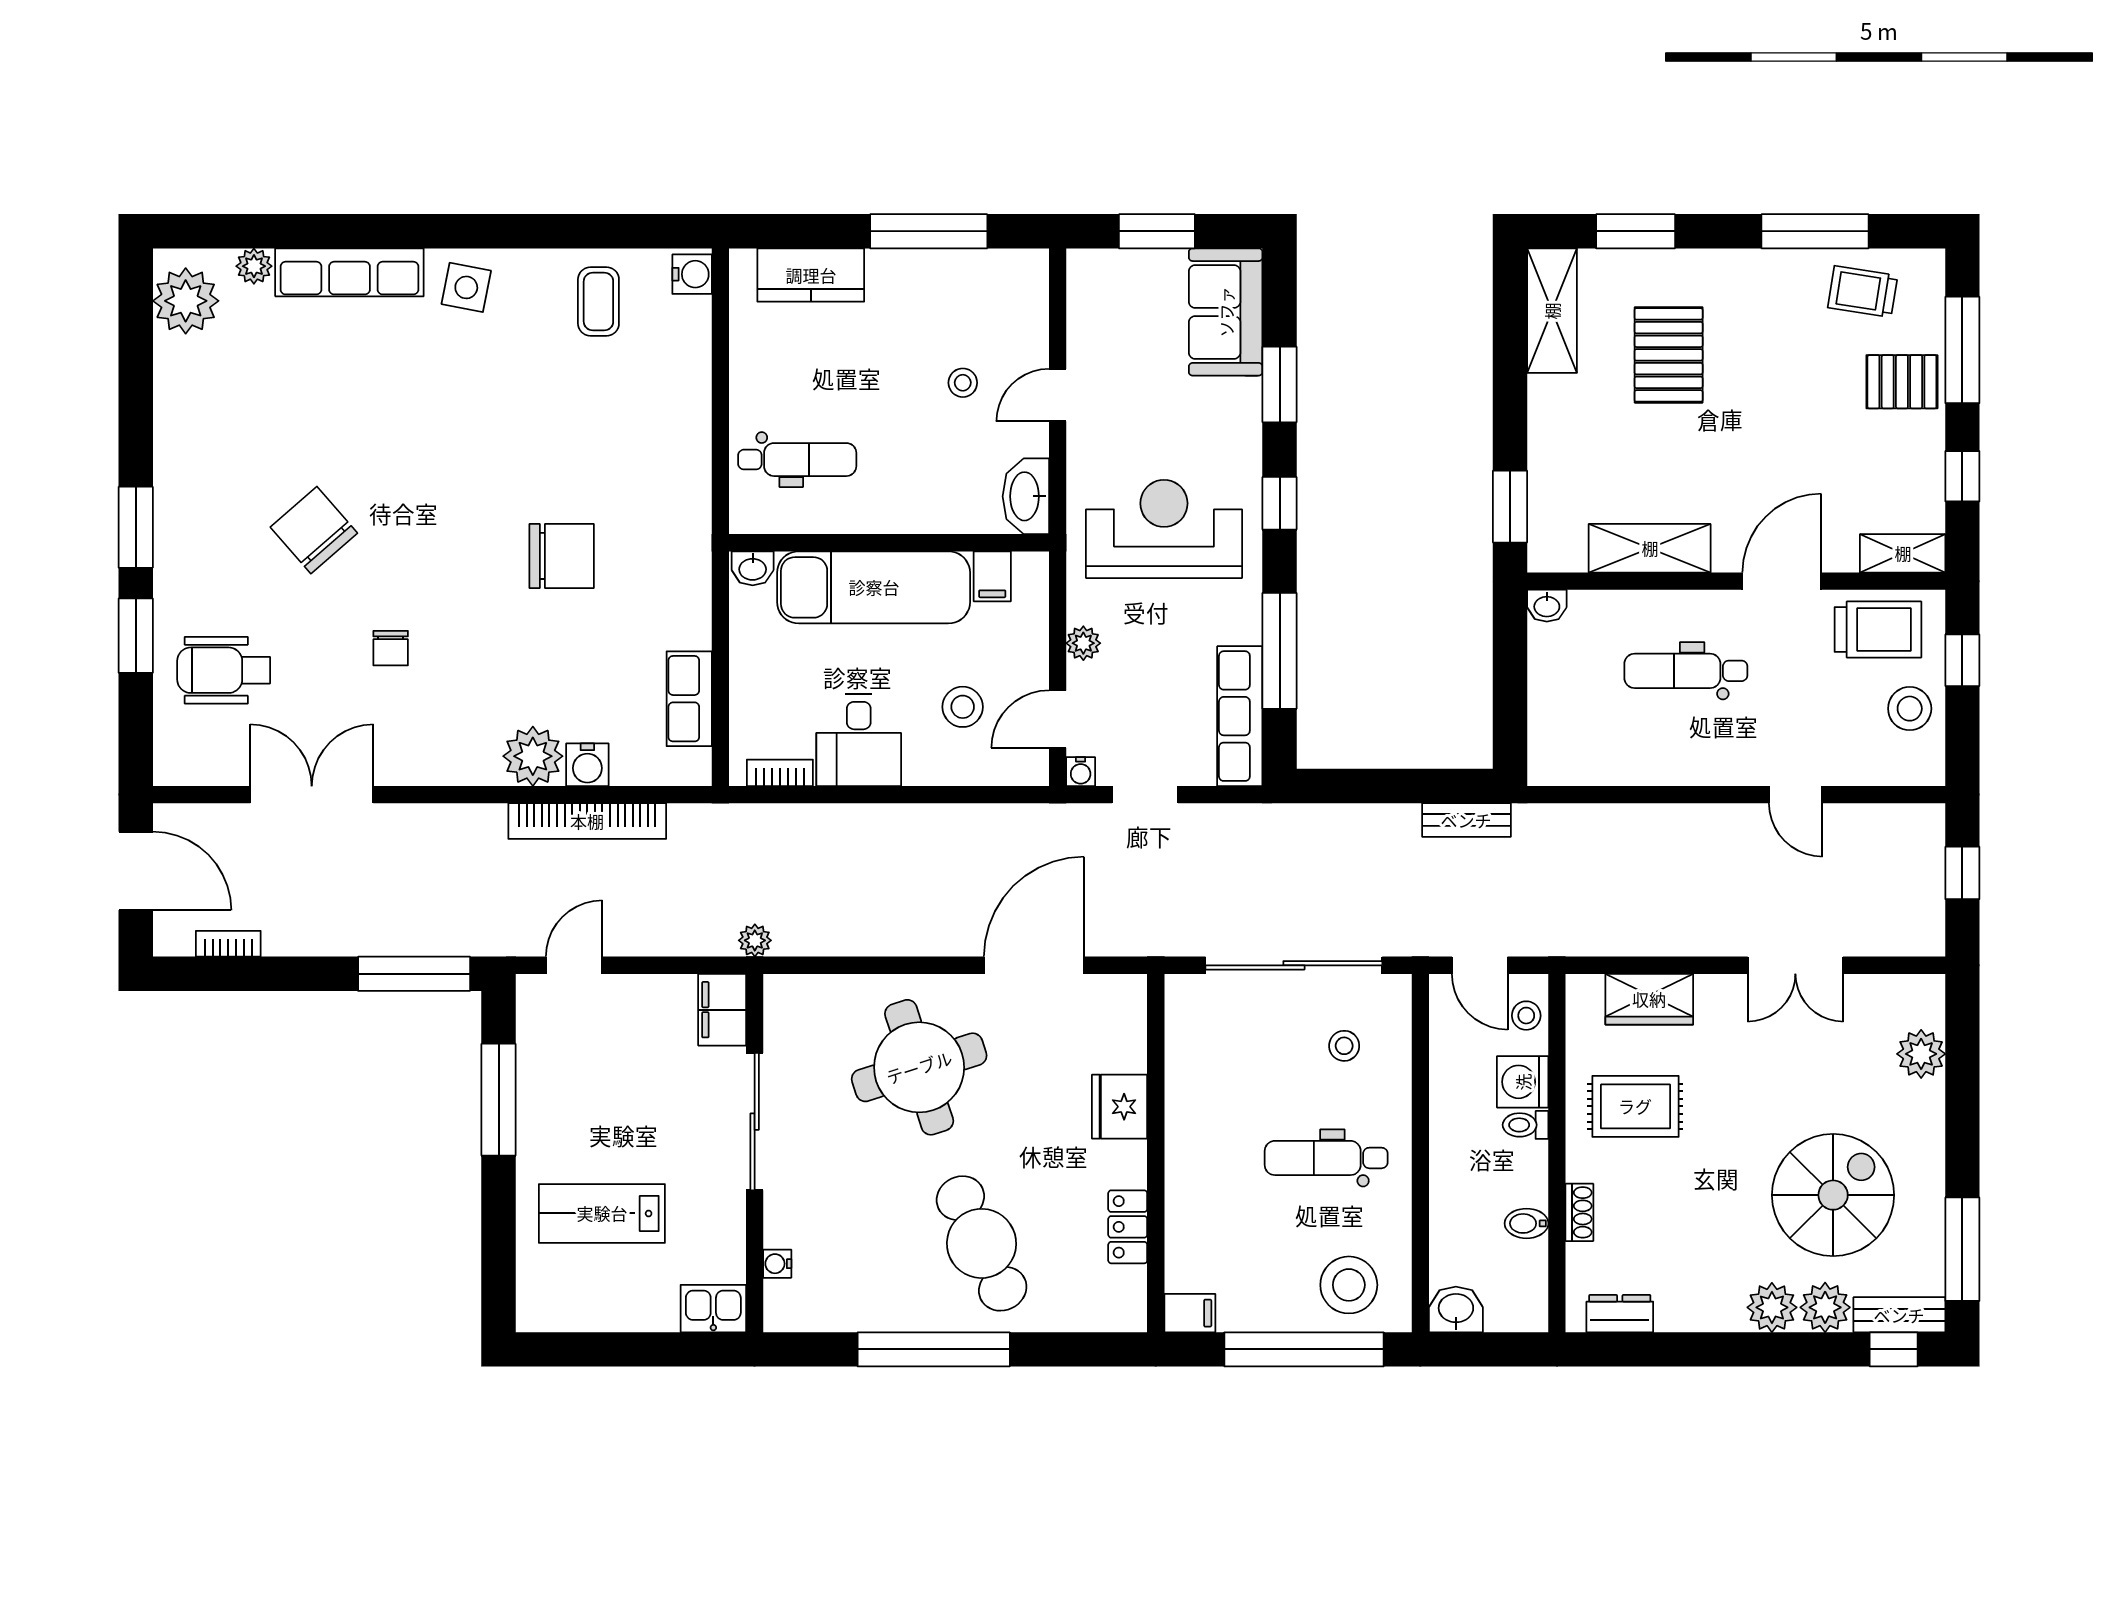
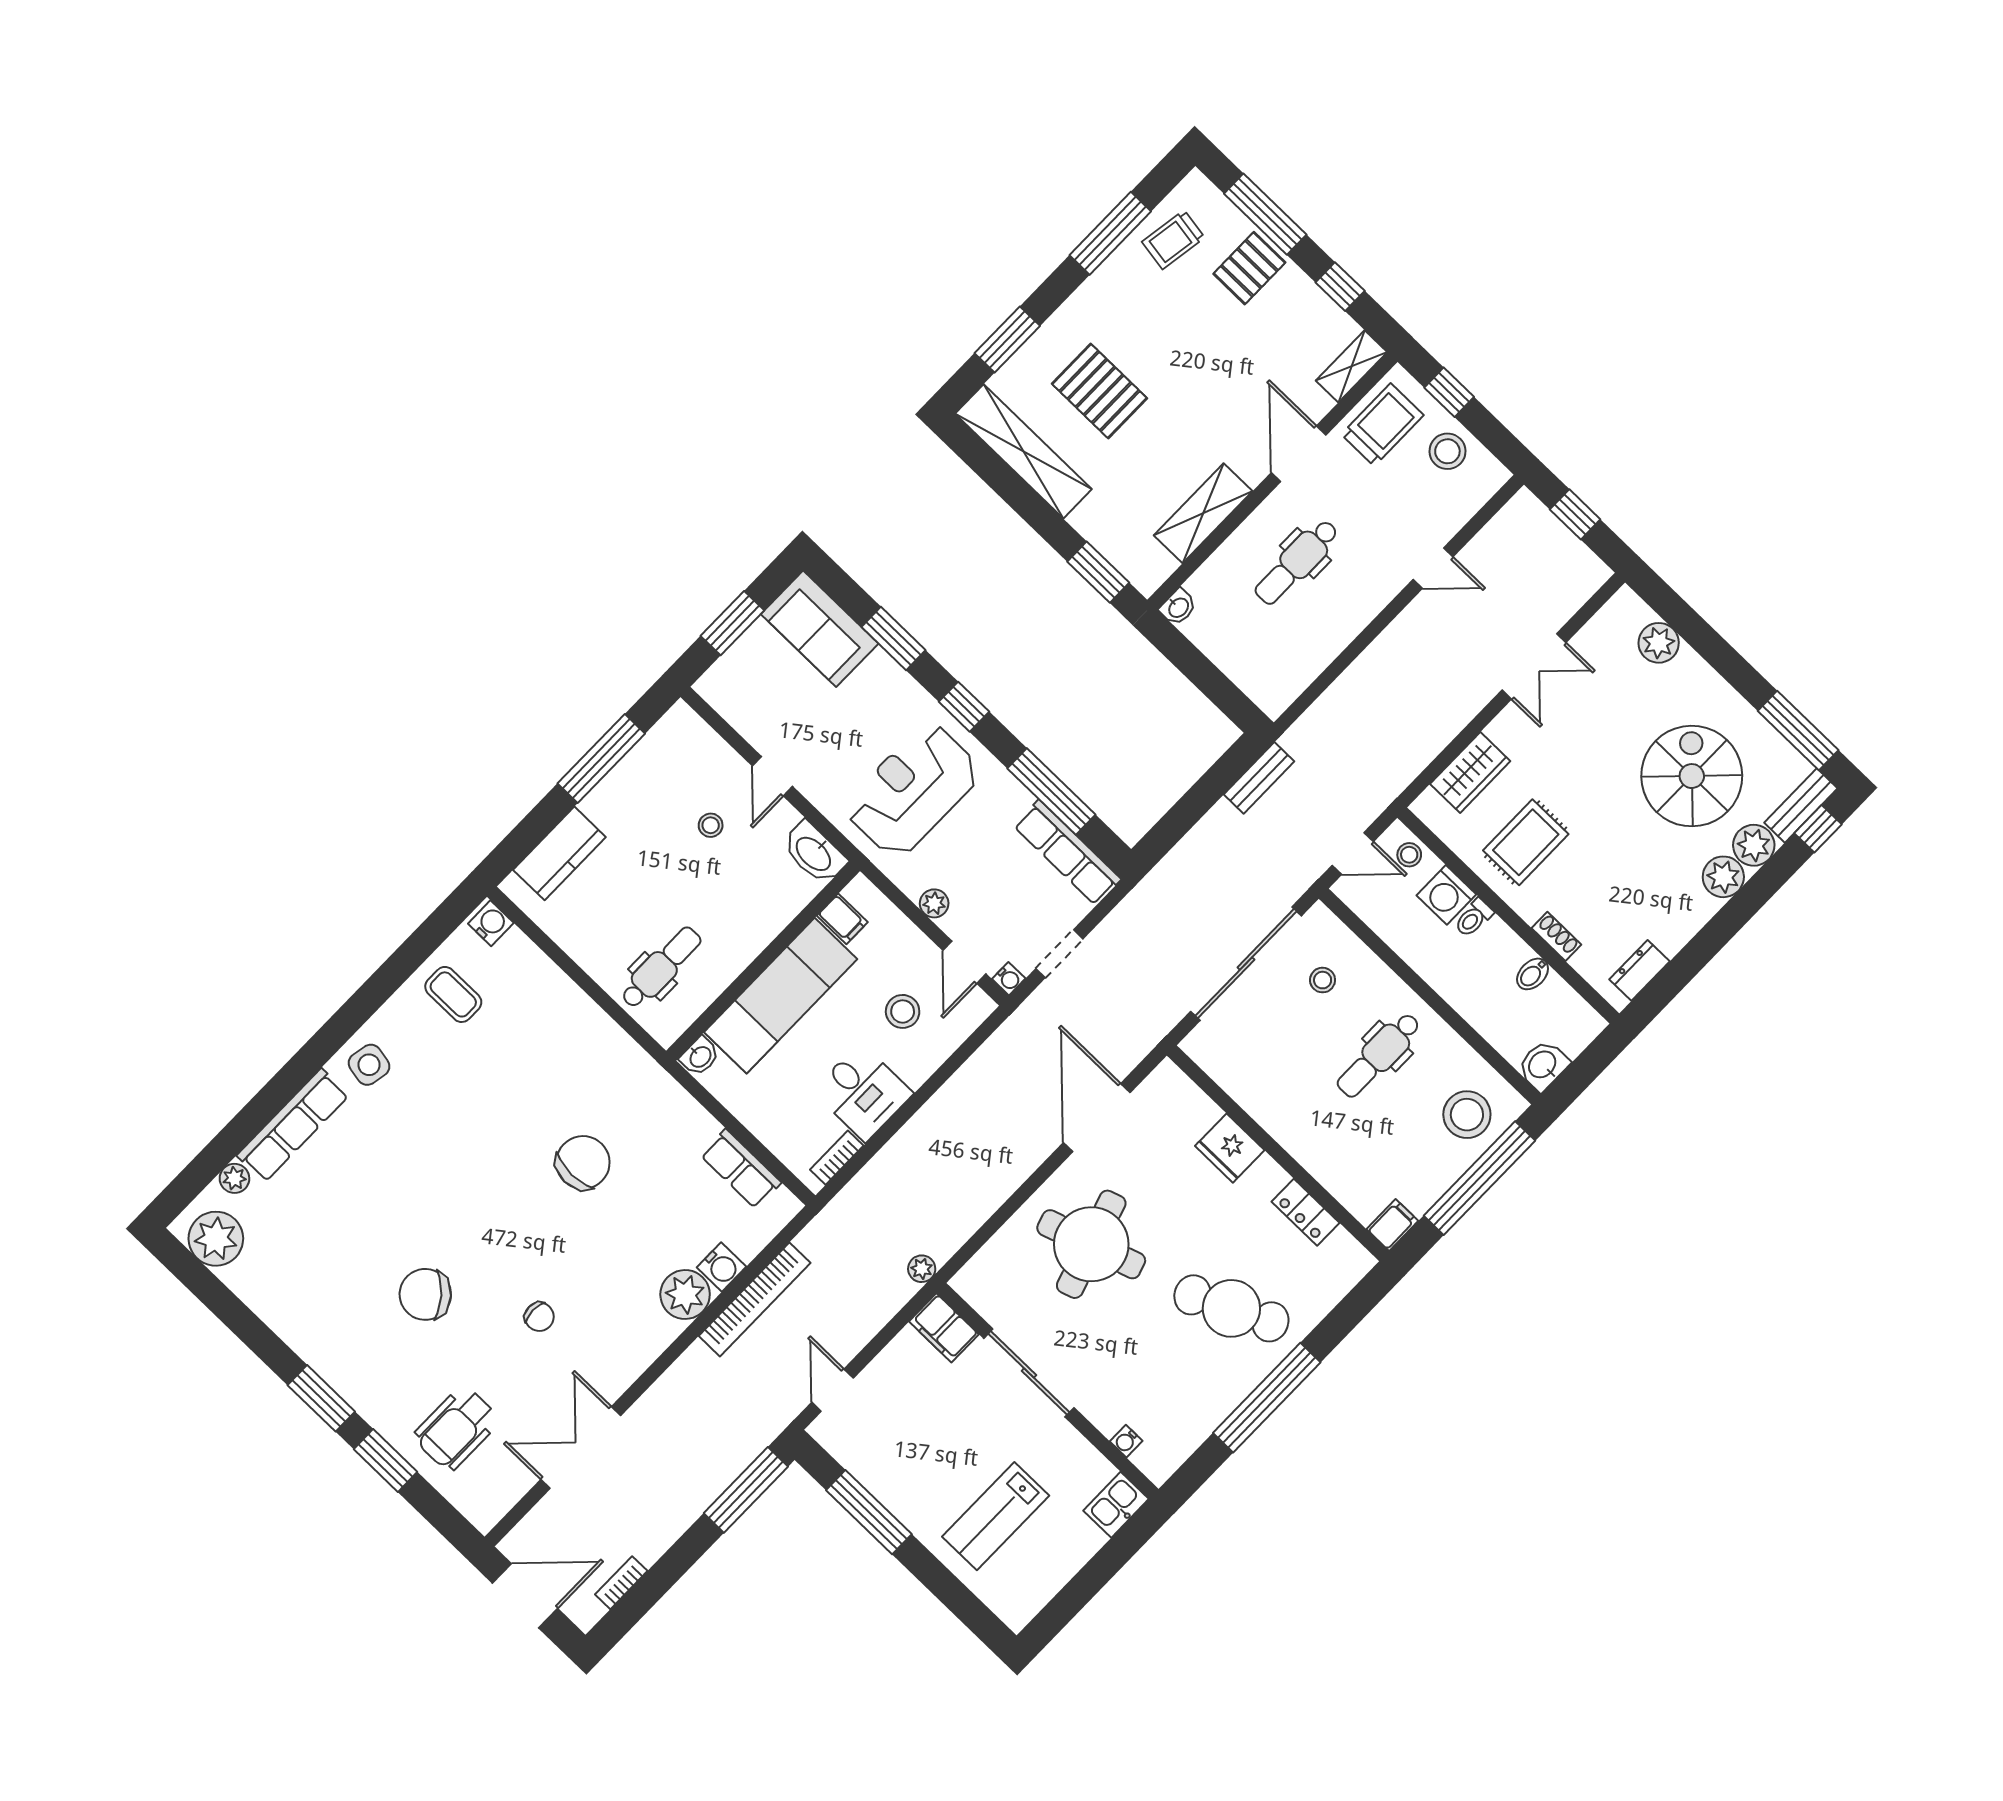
shelving: (1552, 311) -> (1023, 451), width x1.47

